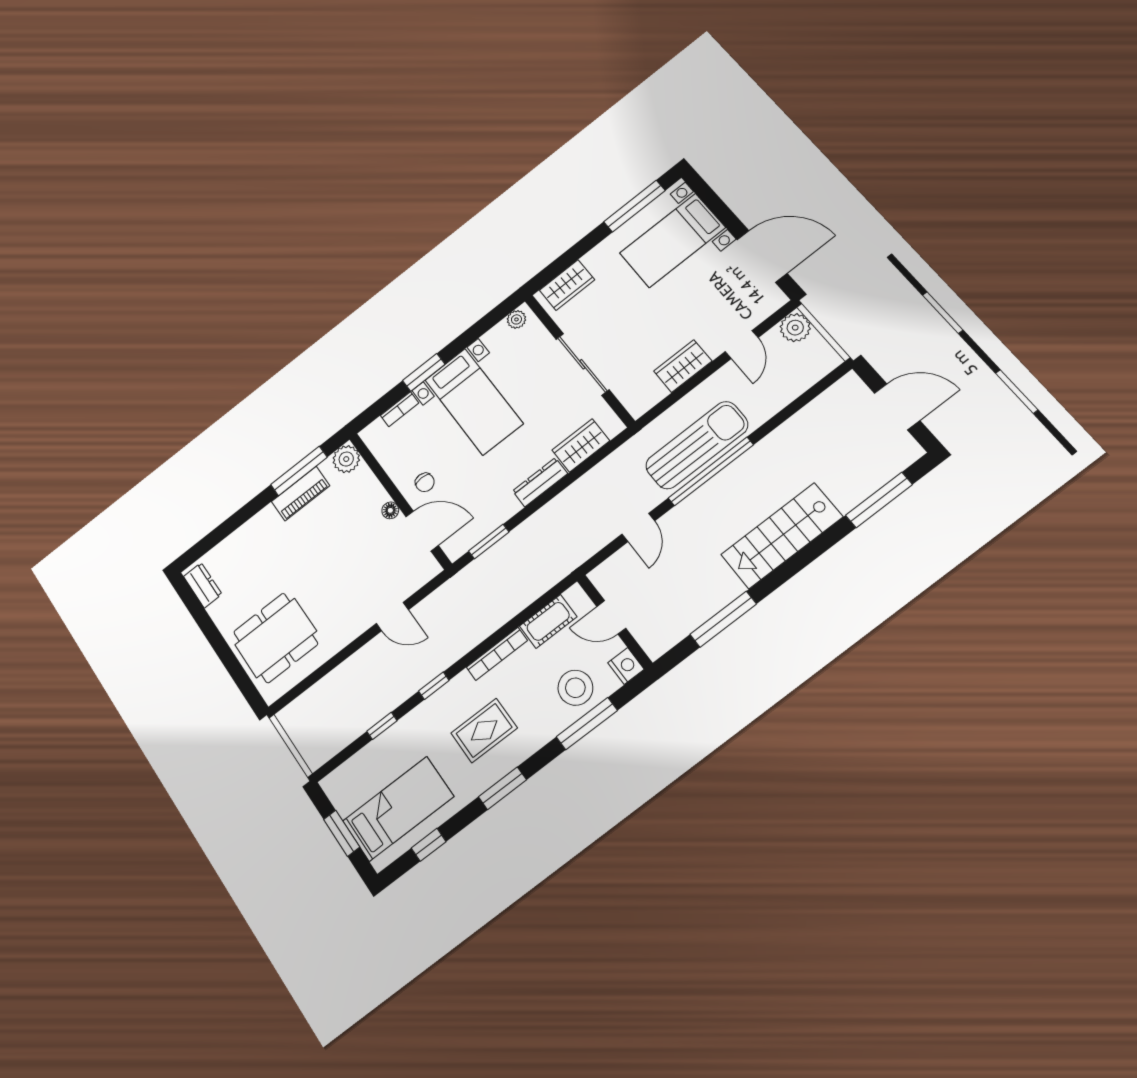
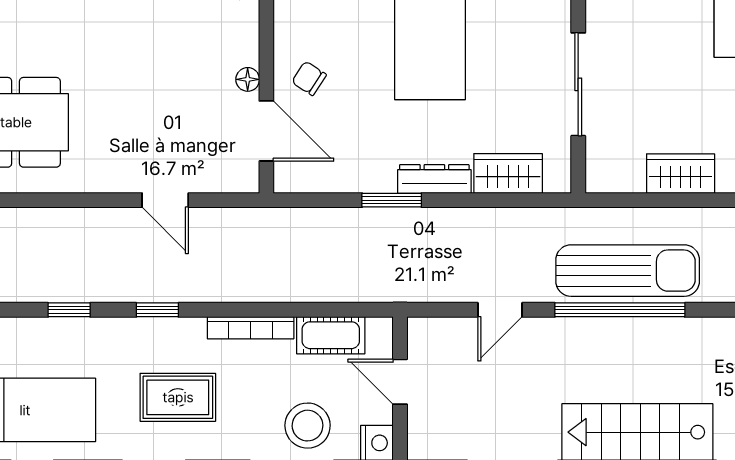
chair: (425, 482) -> (309, 78), turned 123
window: (489, 541) -> (392, 200), moved

